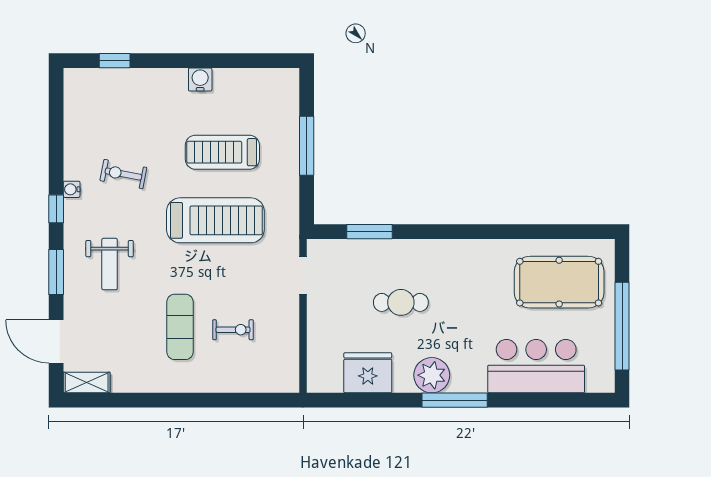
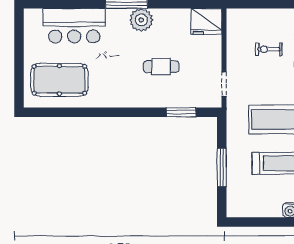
window: (622, 326) -> (19, 51), removed
fridge: (368, 373) -> (206, 21), moved

